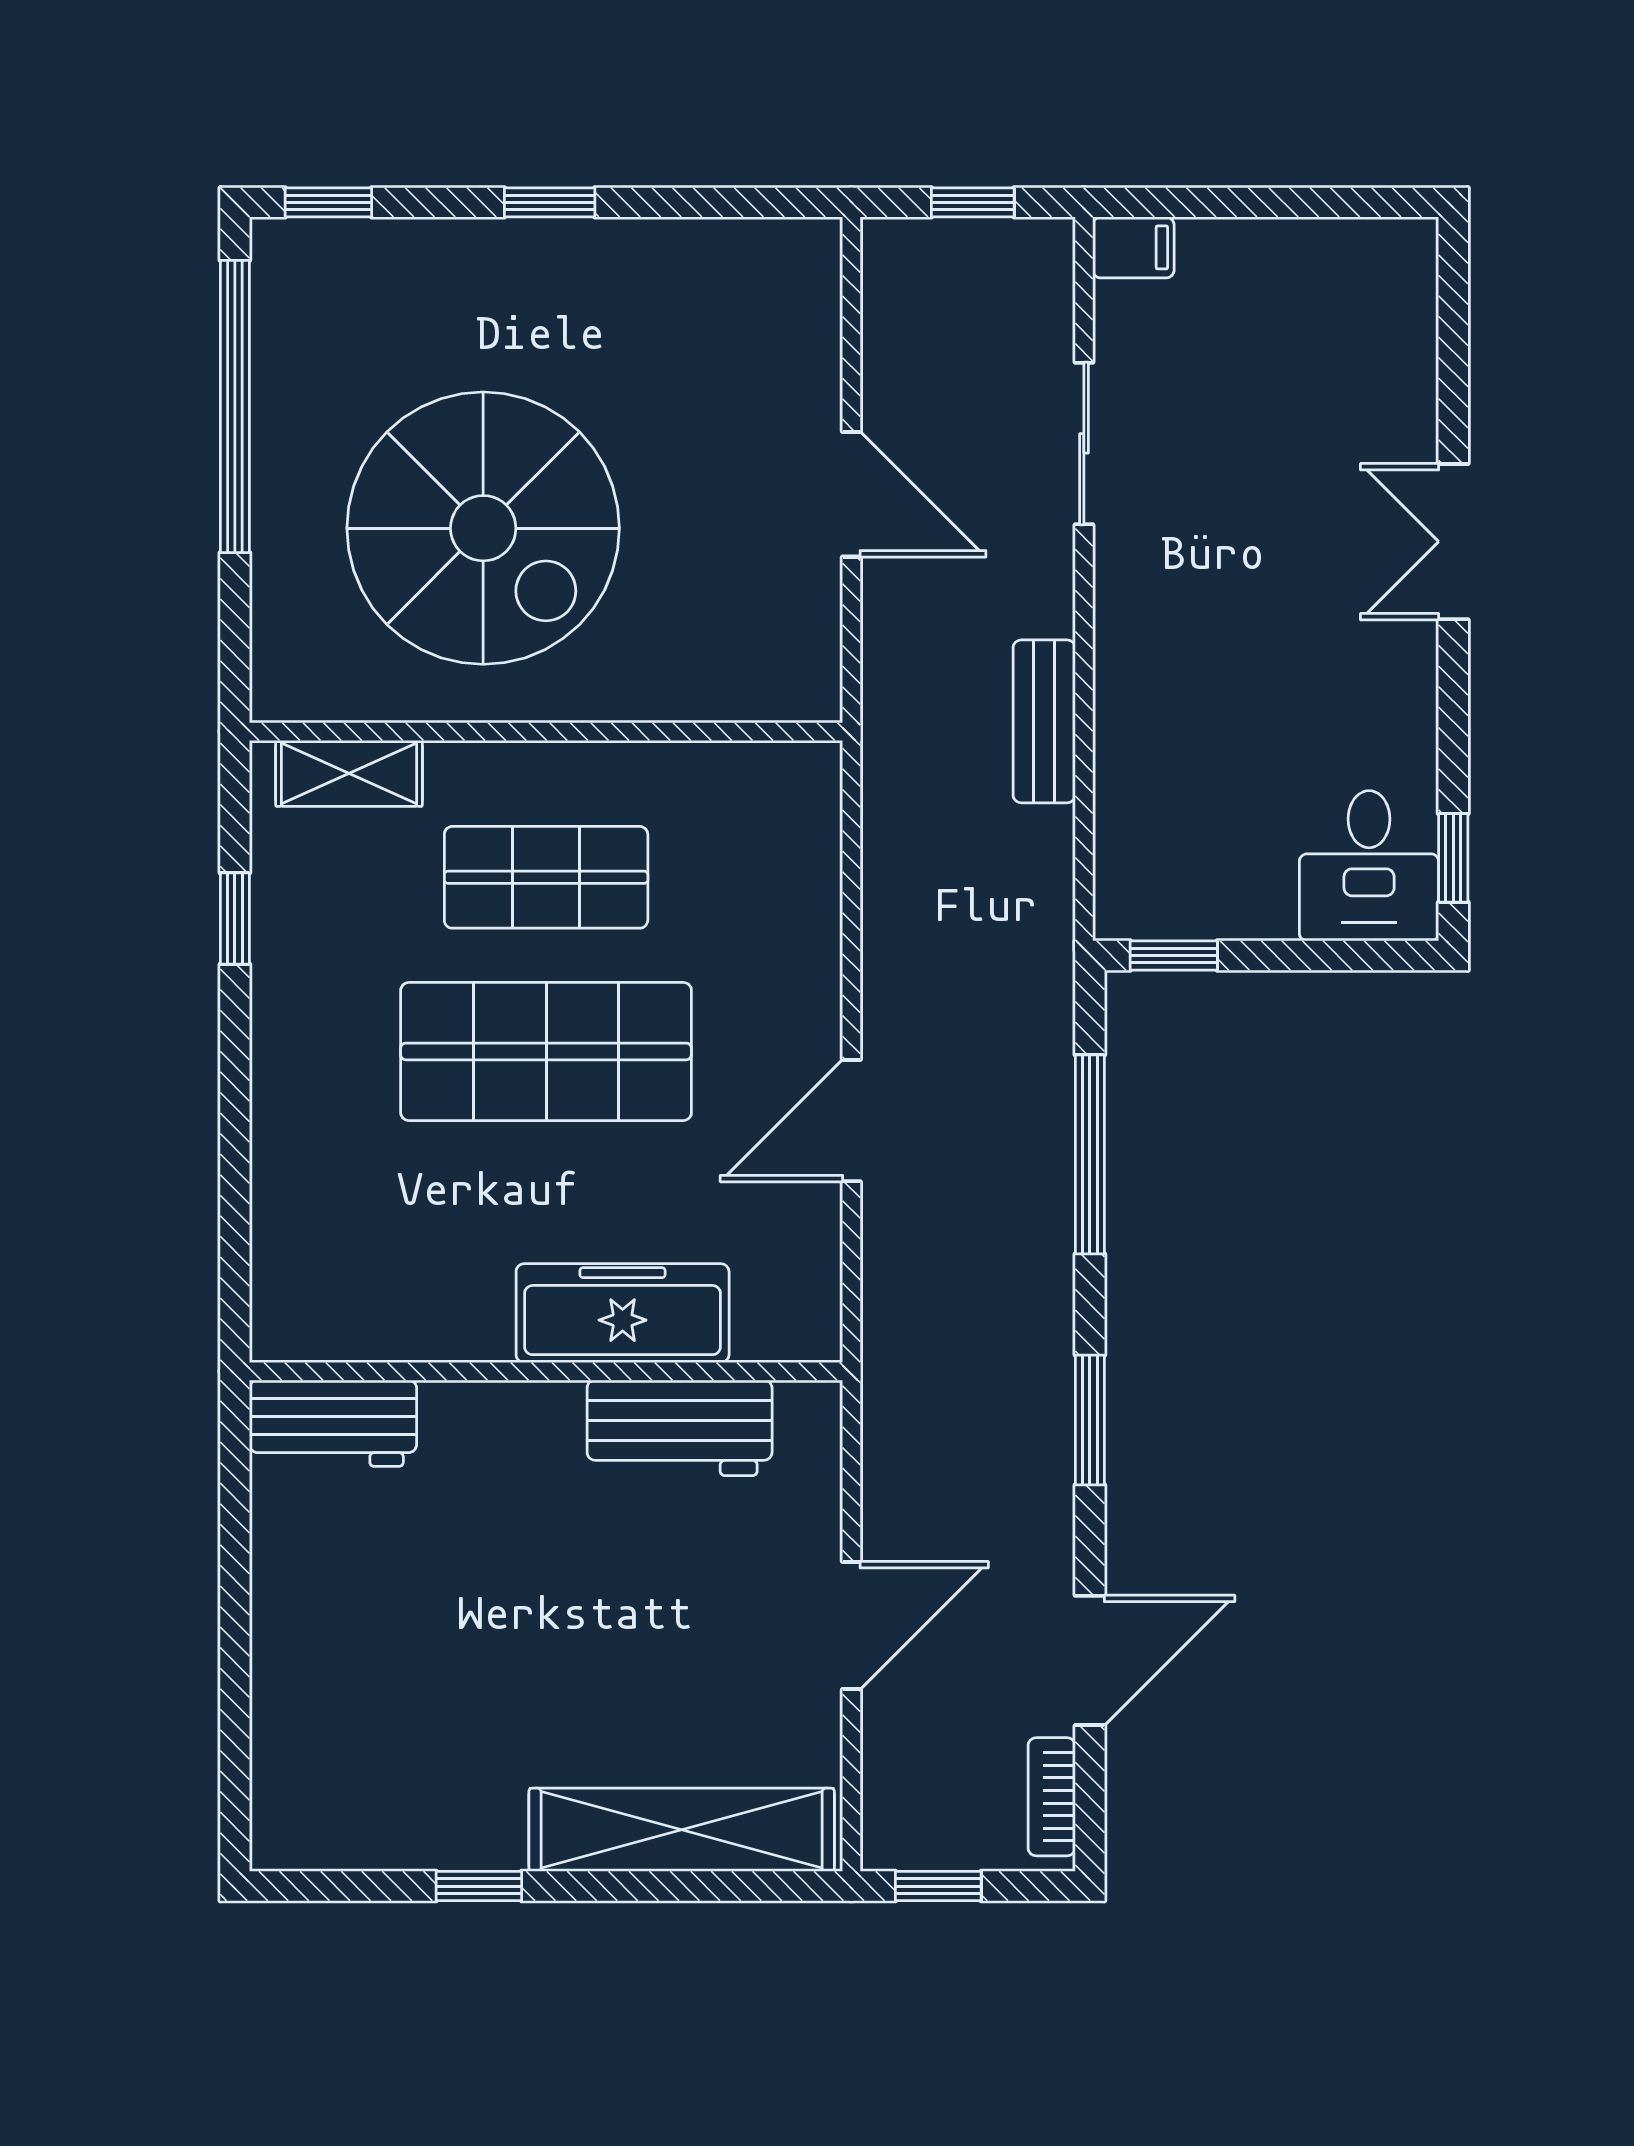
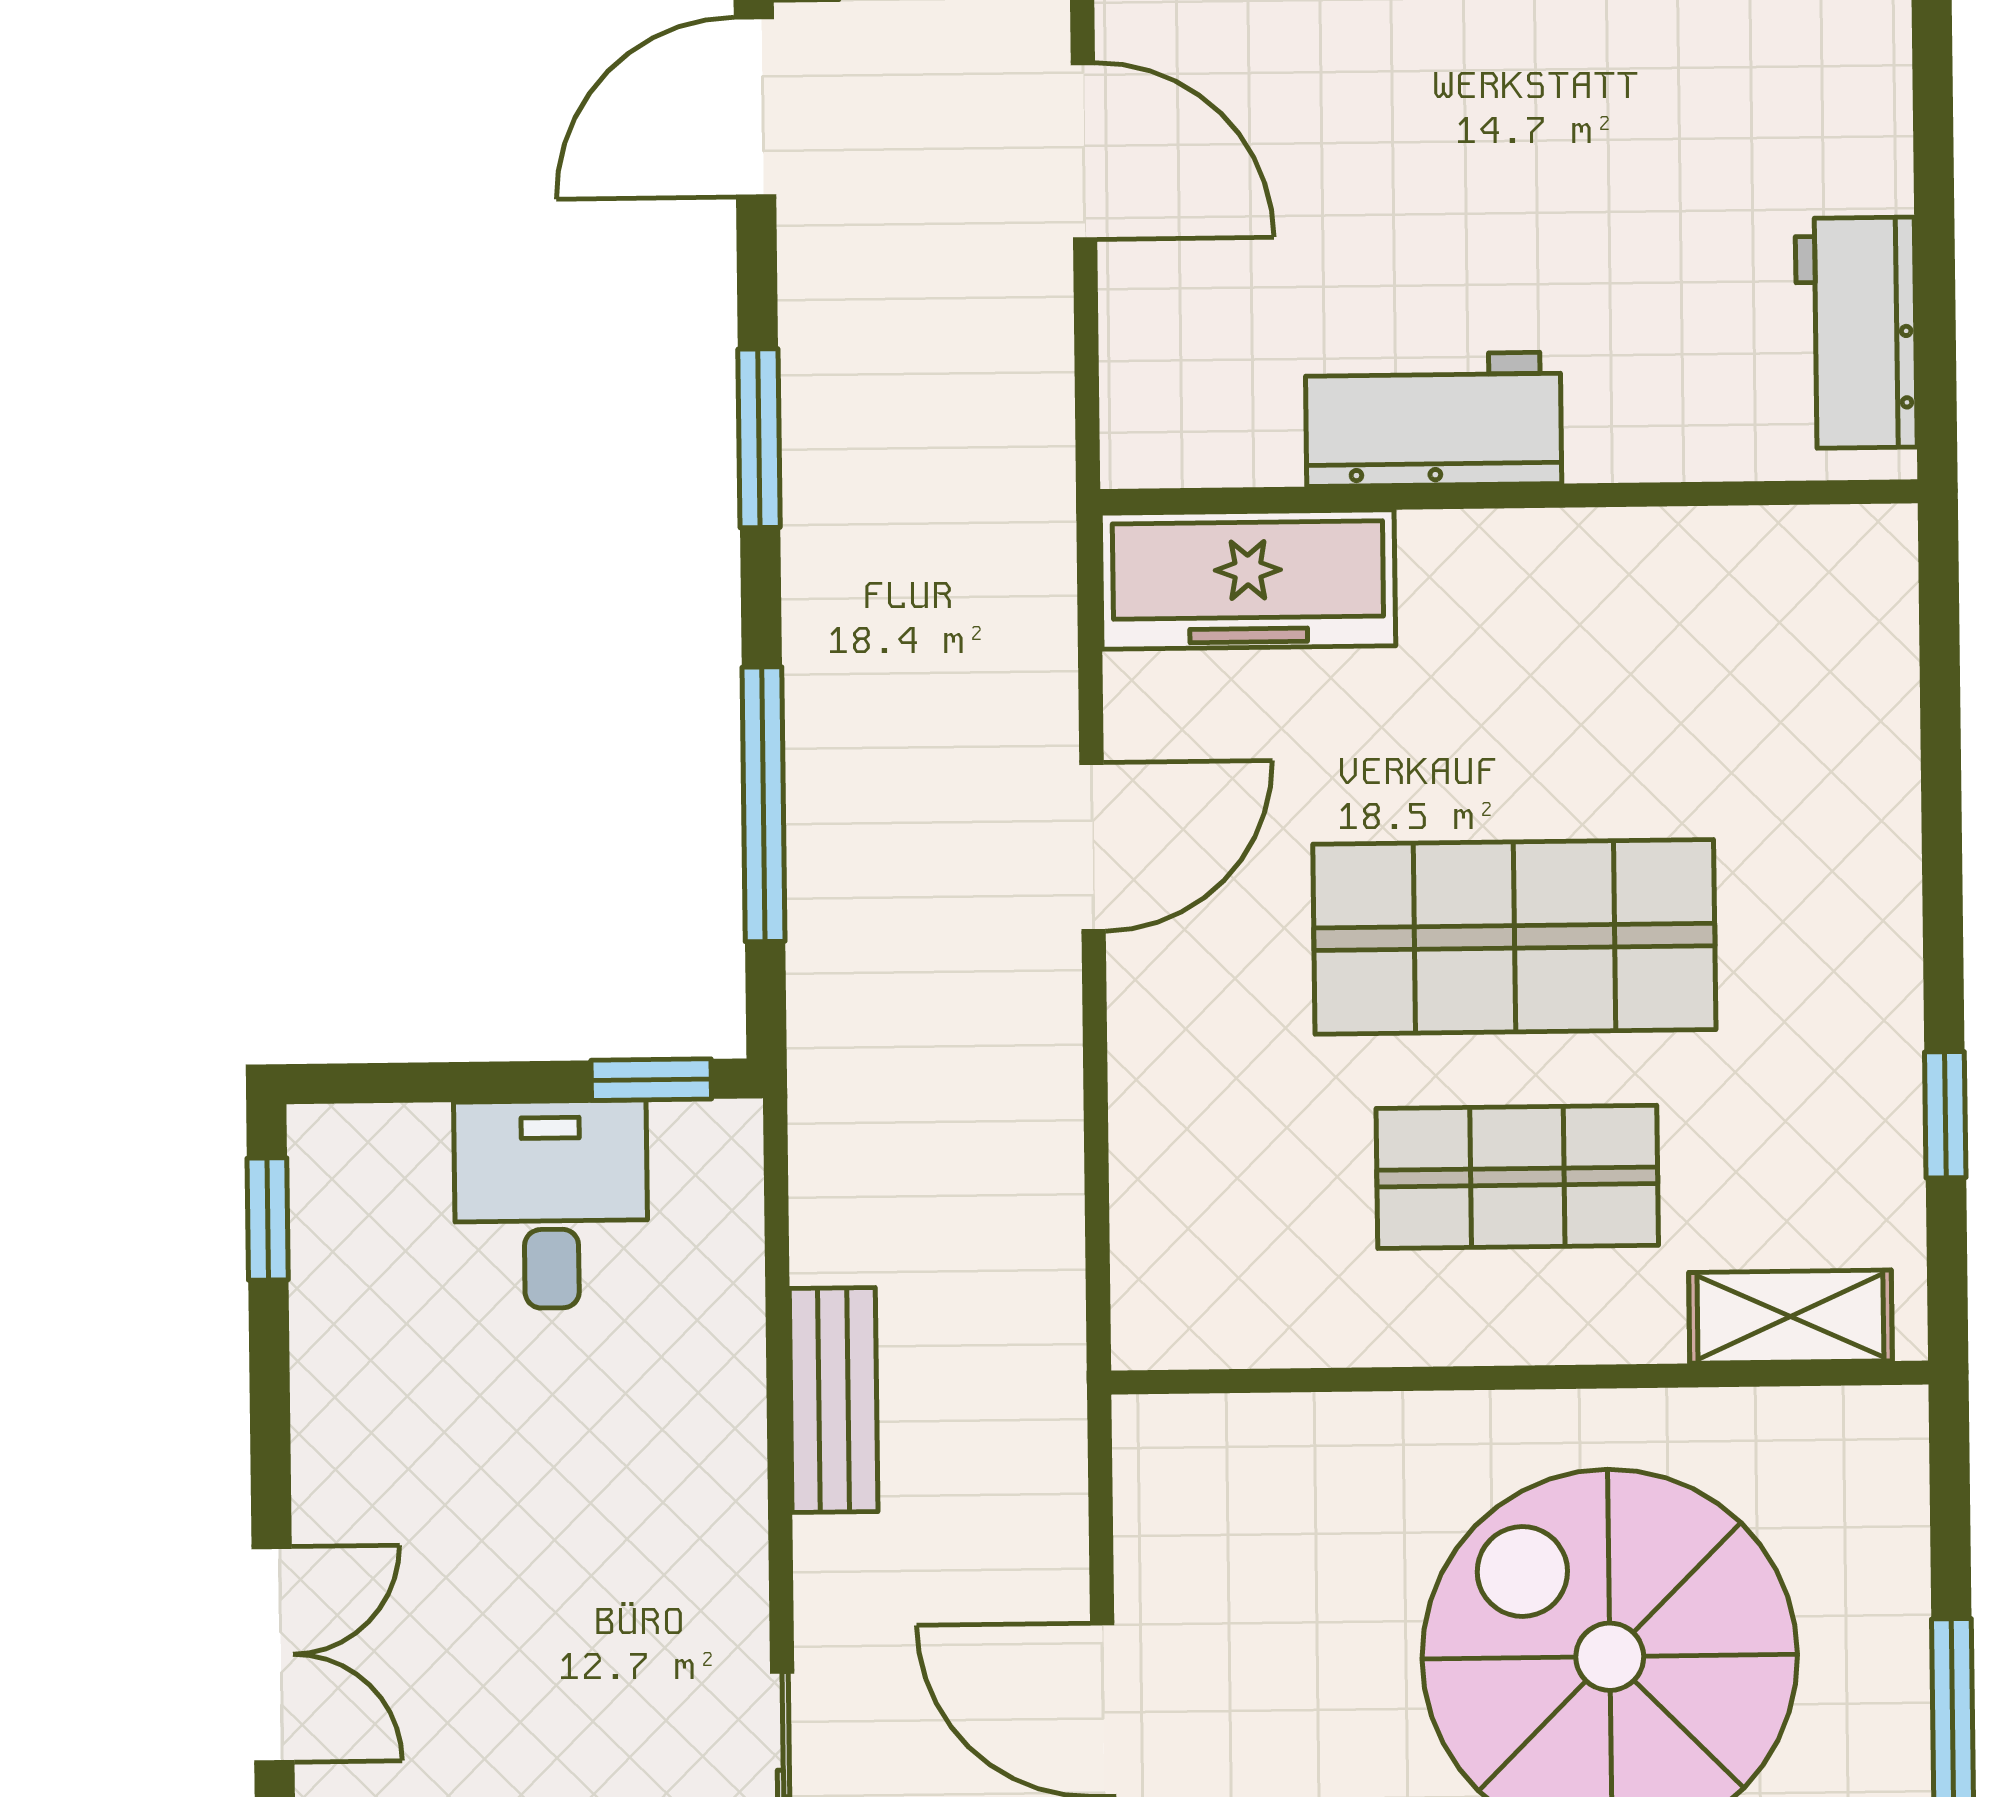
desk: (1369, 866) -> (551, 1204), moved
freezer: (623, 1313) -> (1248, 580), moved
workbench: (333, 1423) -> (1856, 333), moved, turned -90
workbench: (680, 1428) -> (1433, 419), moved
door: (851, 1626) -> (1084, 151), swing flipped

